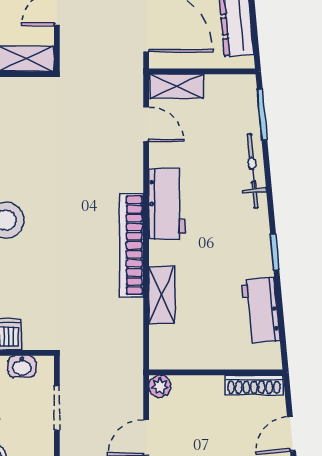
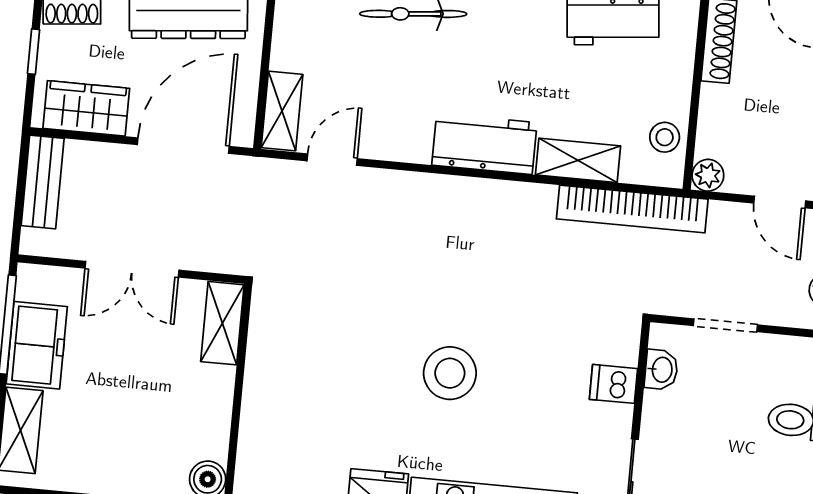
workbench: (167, 204) -> (484, 144), moved
bookcase: (131, 245) -> (632, 209), moved
stool: (183, 354) -> (665, 137), added

